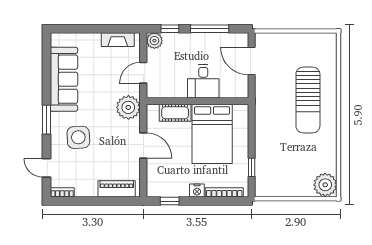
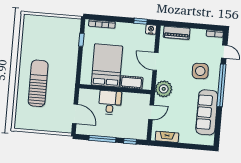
plant: (154, 41) -> (141, 134), removed
window: (46, 120) -> (221, 85), width x2.11
plant: (325, 185) -> (31, 23), removed
nightstand: (197, 191) -> (151, 29), moved

